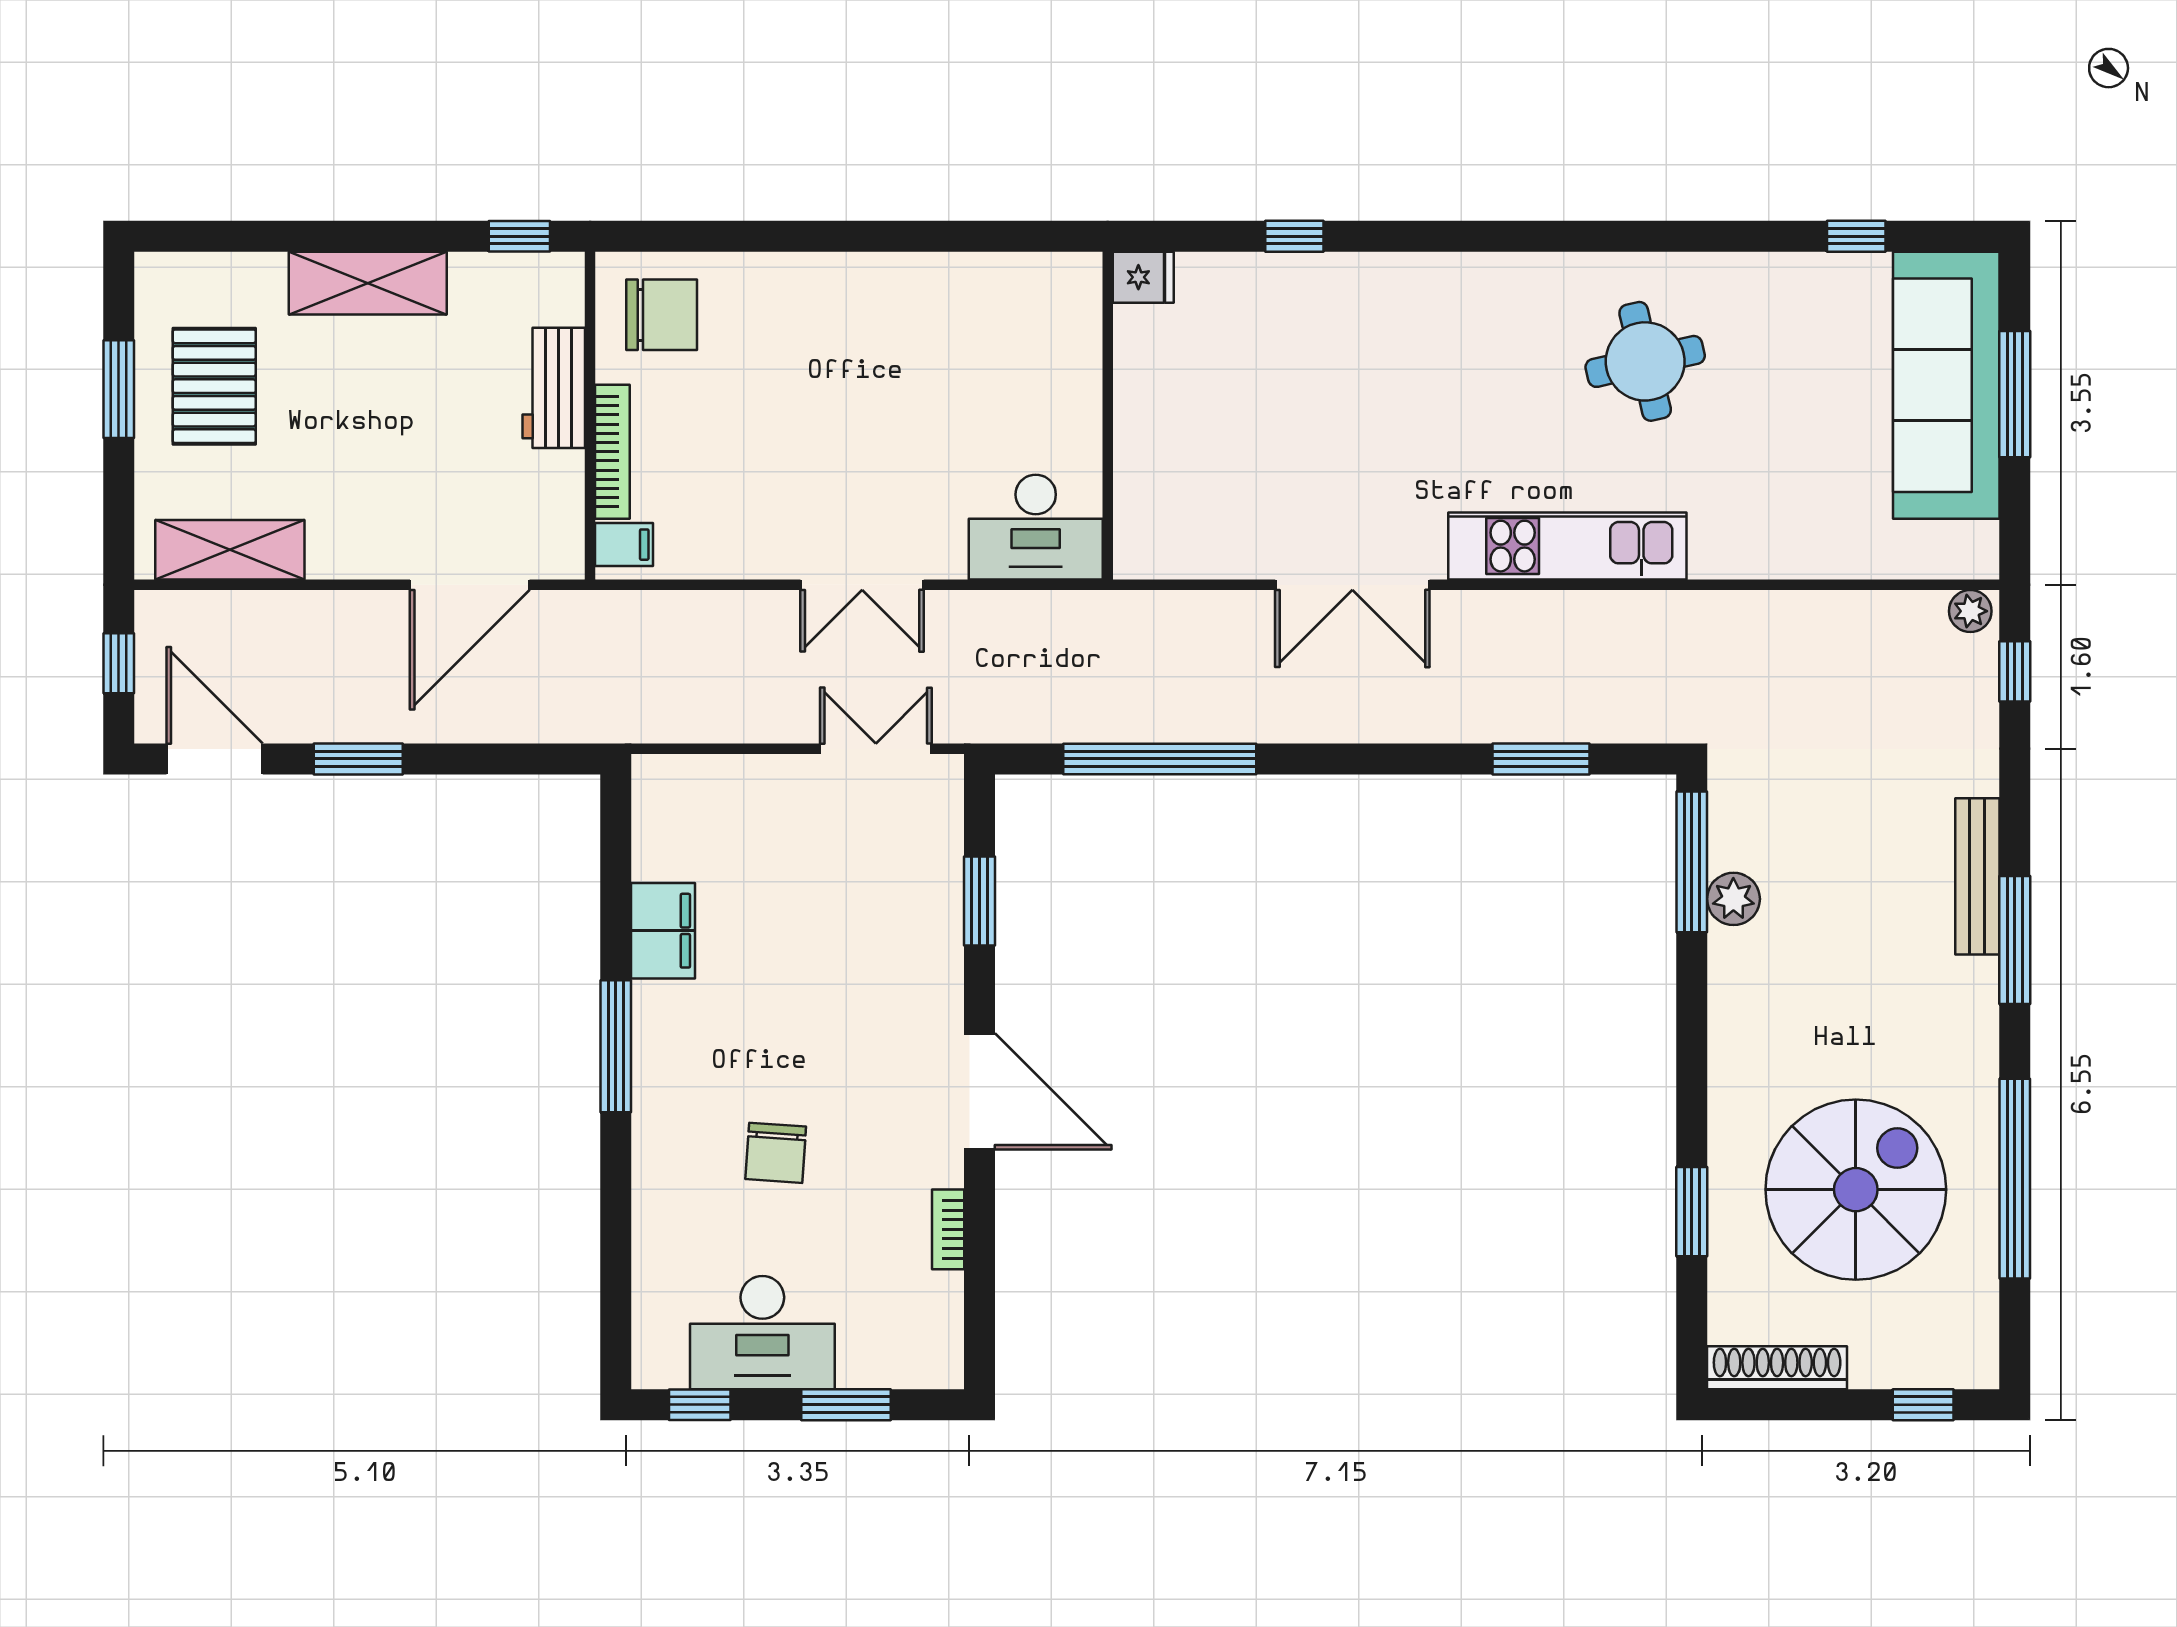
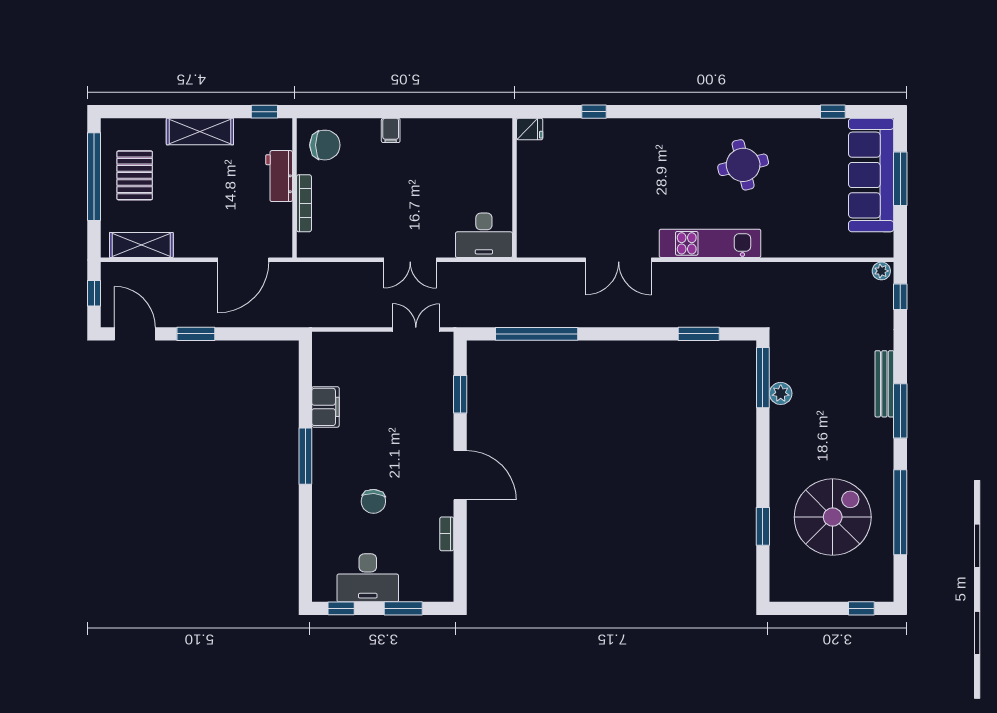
window: (119, 389) -> (94, 177), width x2.11
filing cabinet: (624, 545) -> (391, 130), moved, turned 90
shoe rack: (1777, 1368) -> (799, 593), removed

